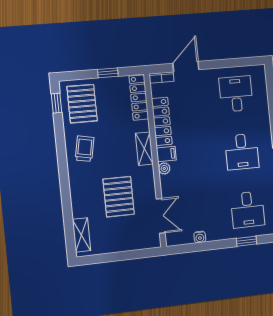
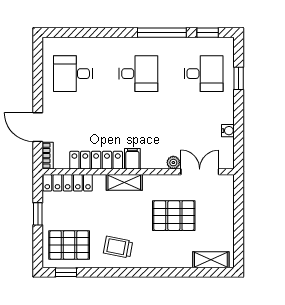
plant: (164, 168) -> (173, 163), moved

